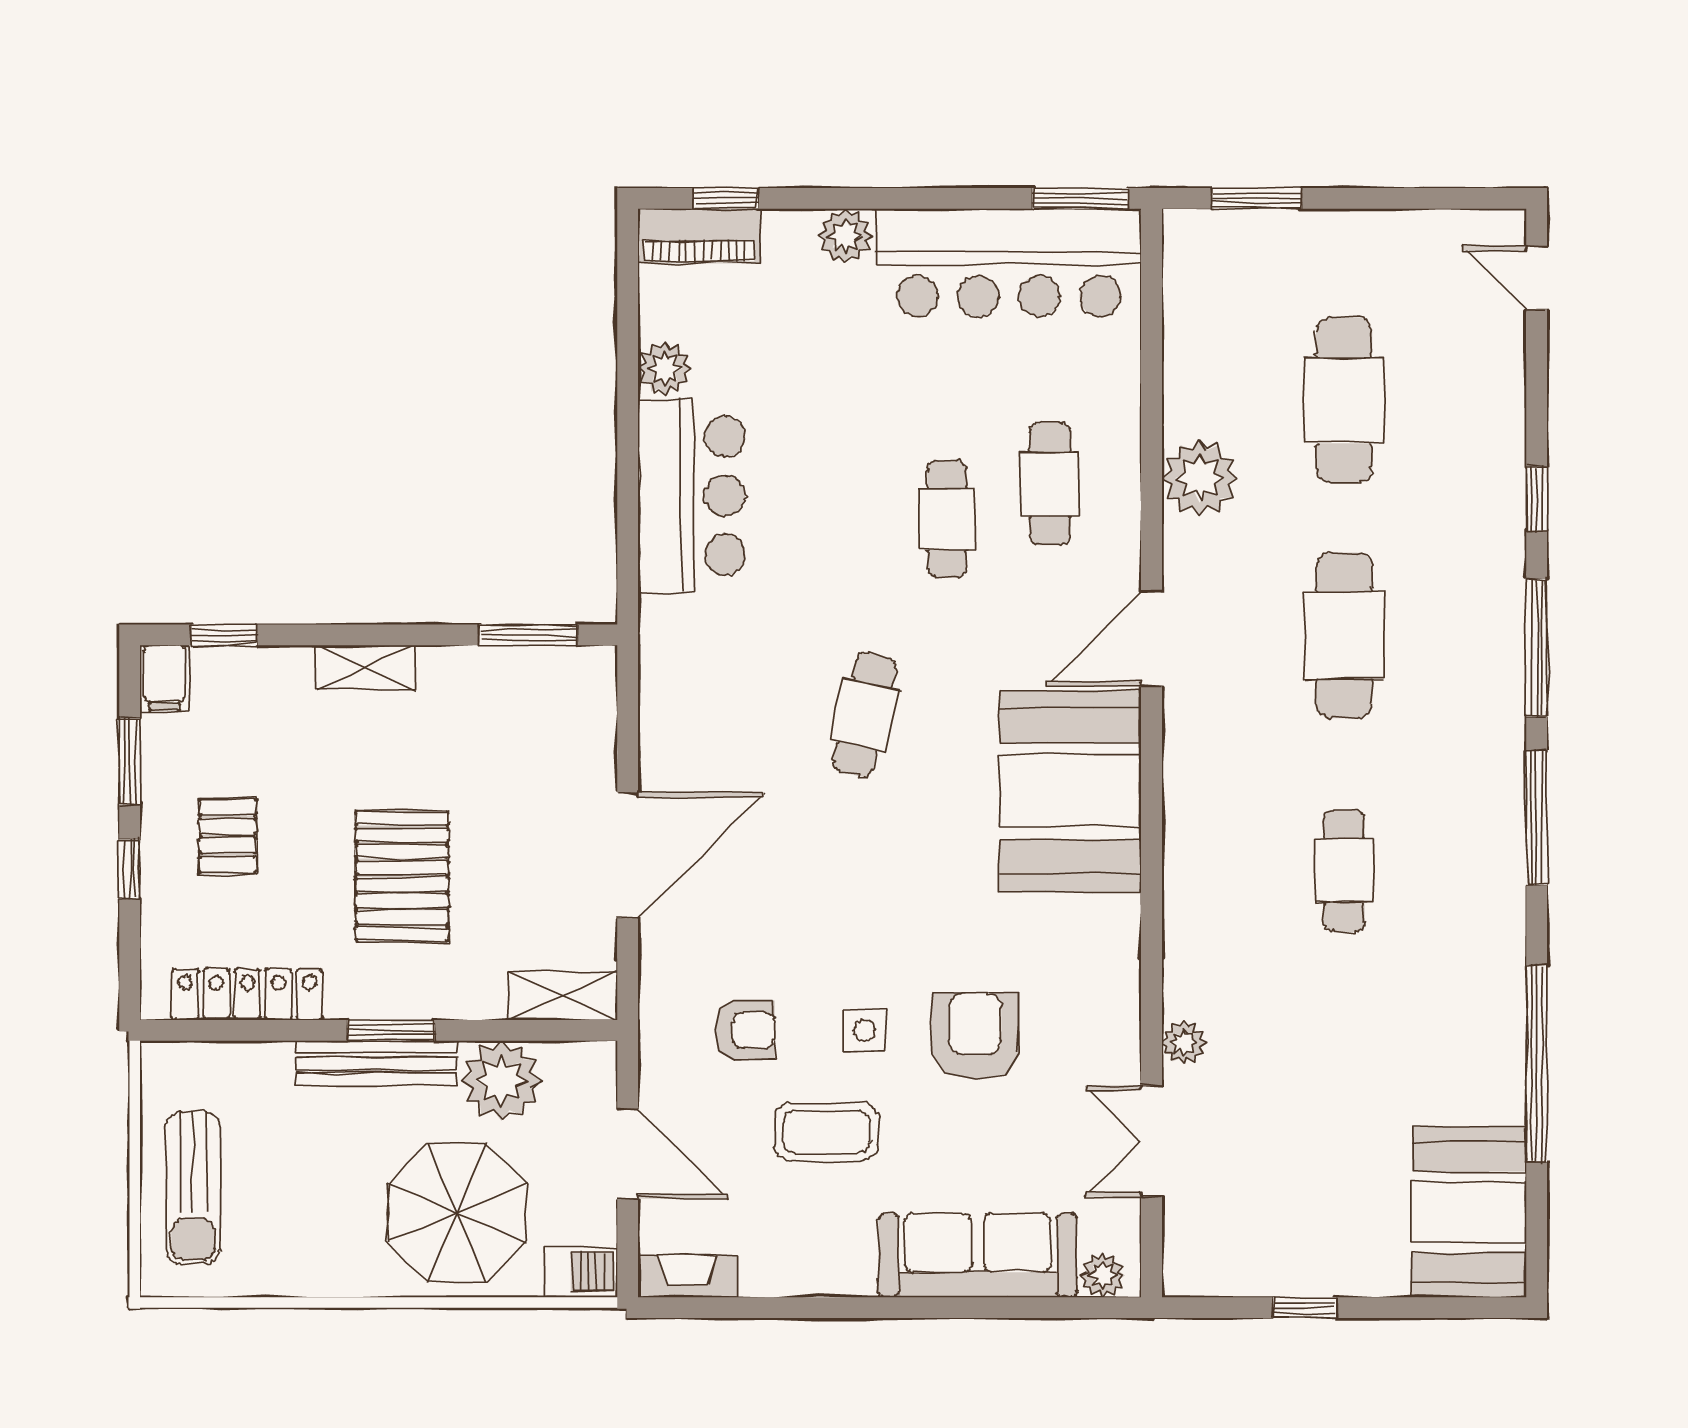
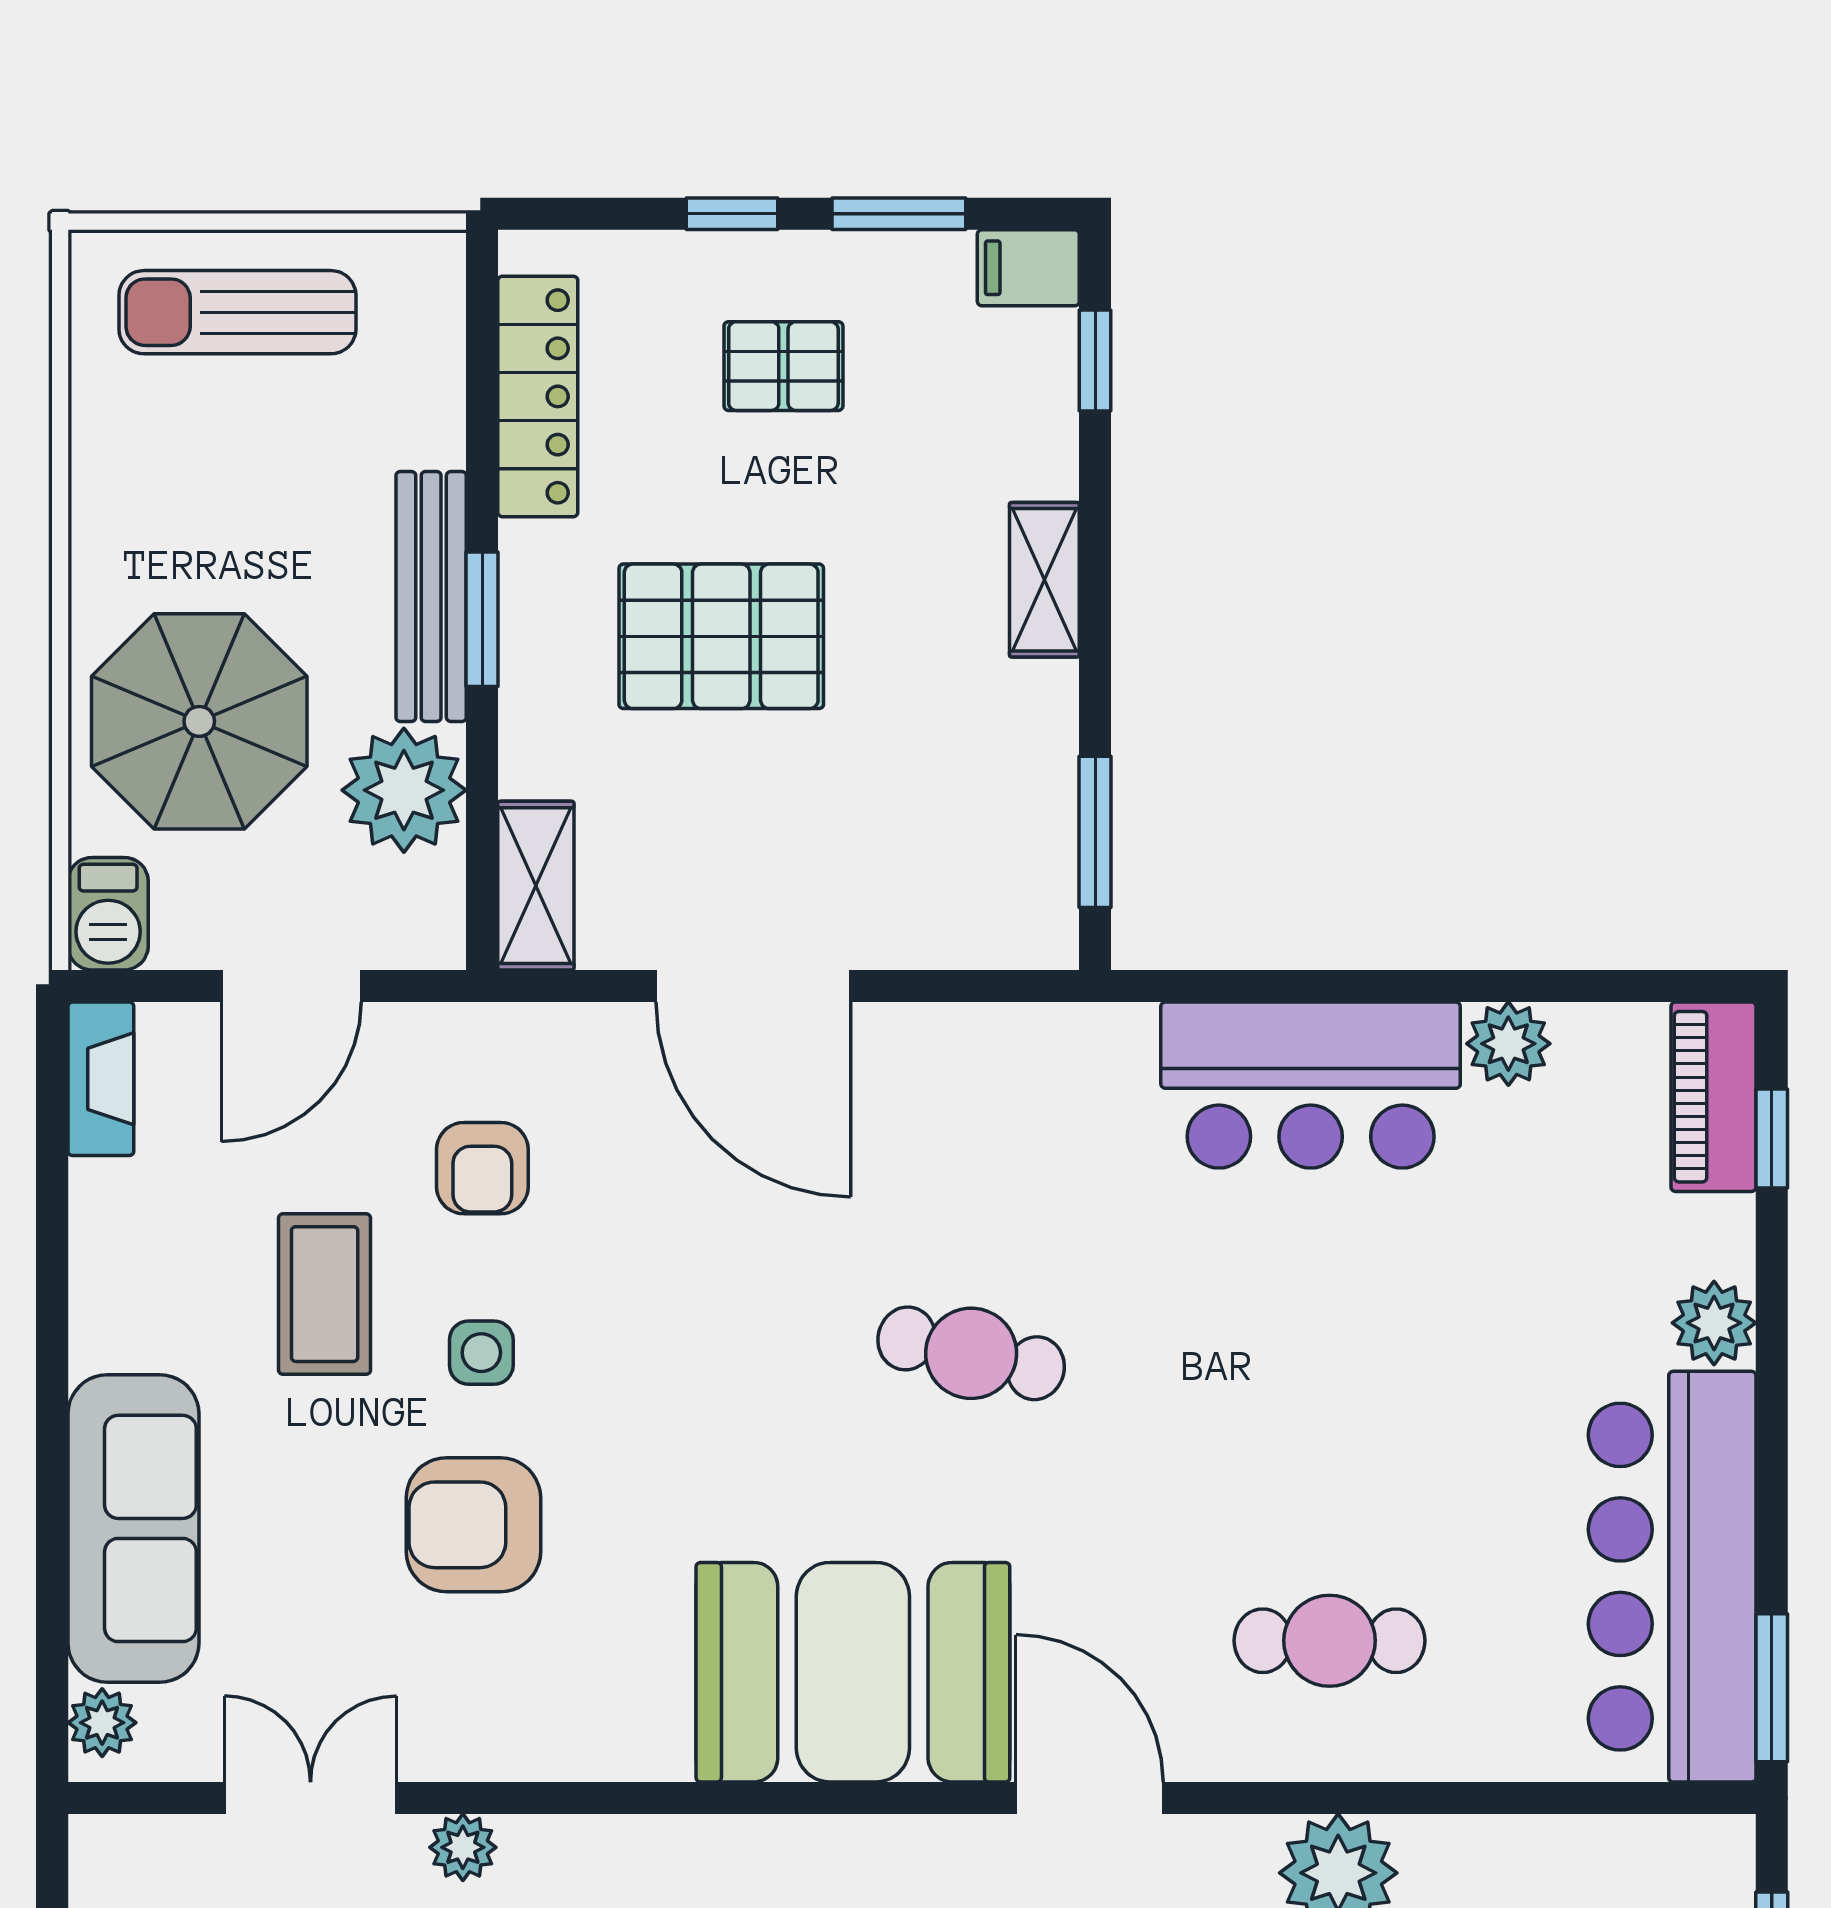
cafe table: (947, 519) -> (1275, 1481), removed
armchair: (975, 1036) -> (473, 1525), turned 180

